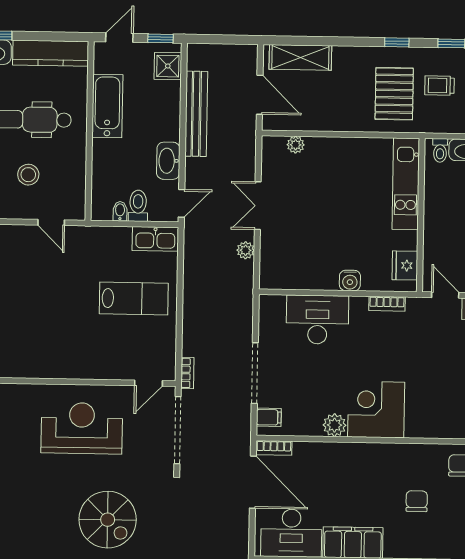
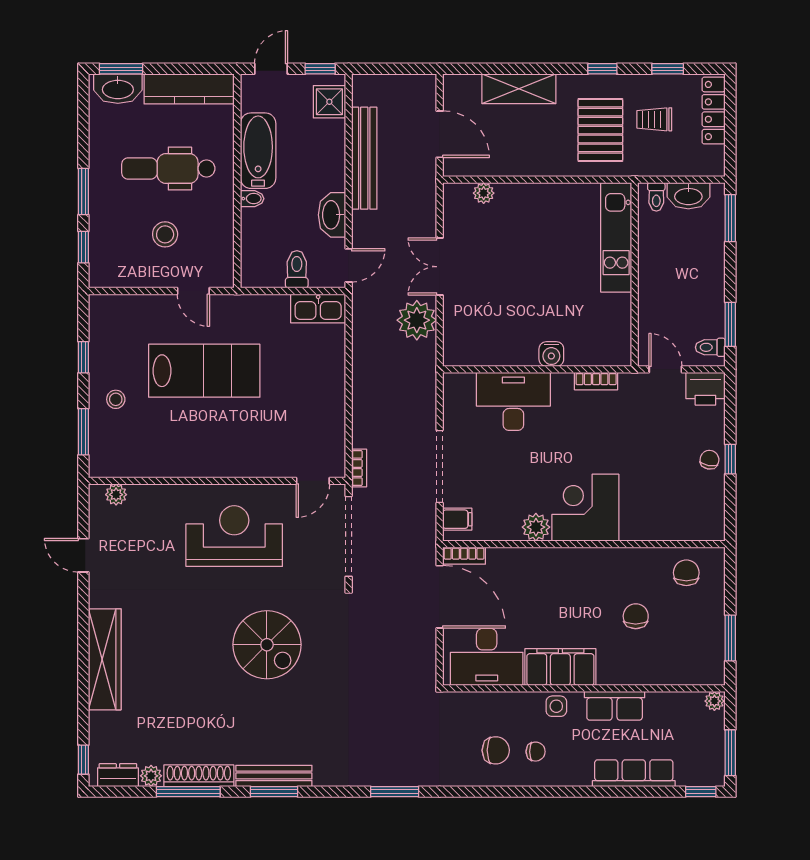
shelving: (300, 57) -> (519, 89), moved
bidet: (120, 211) -> (252, 199), moved, turned 90
plant: (246, 250) -> (417, 320), width x1.88, depth x1.88
fridge: (405, 265) -> (617, 335), removed
lab bench: (134, 298) -> (204, 371), moved, width x1.36, depth x1.39

